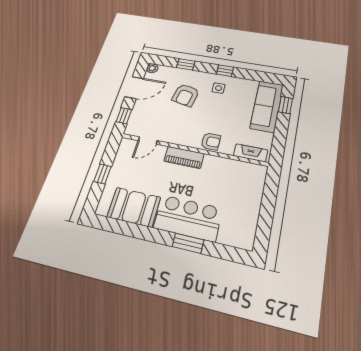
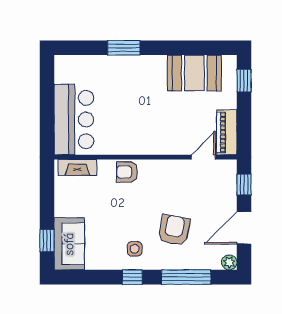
window: (186, 64) -> (186, 277), width x2.17
sofa: (267, 106) -> (69, 244), width x0.73
piano: (184, 157) -> (227, 132), moved, turned -90
window: (102, 174) -> (244, 81), moved
bar counter: (188, 218) -> (74, 120), moved, turned -90

